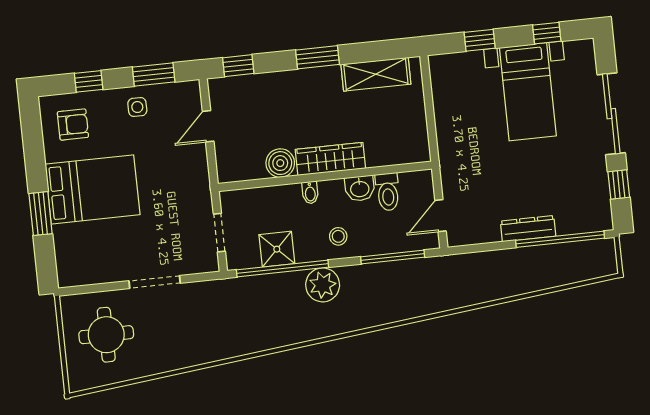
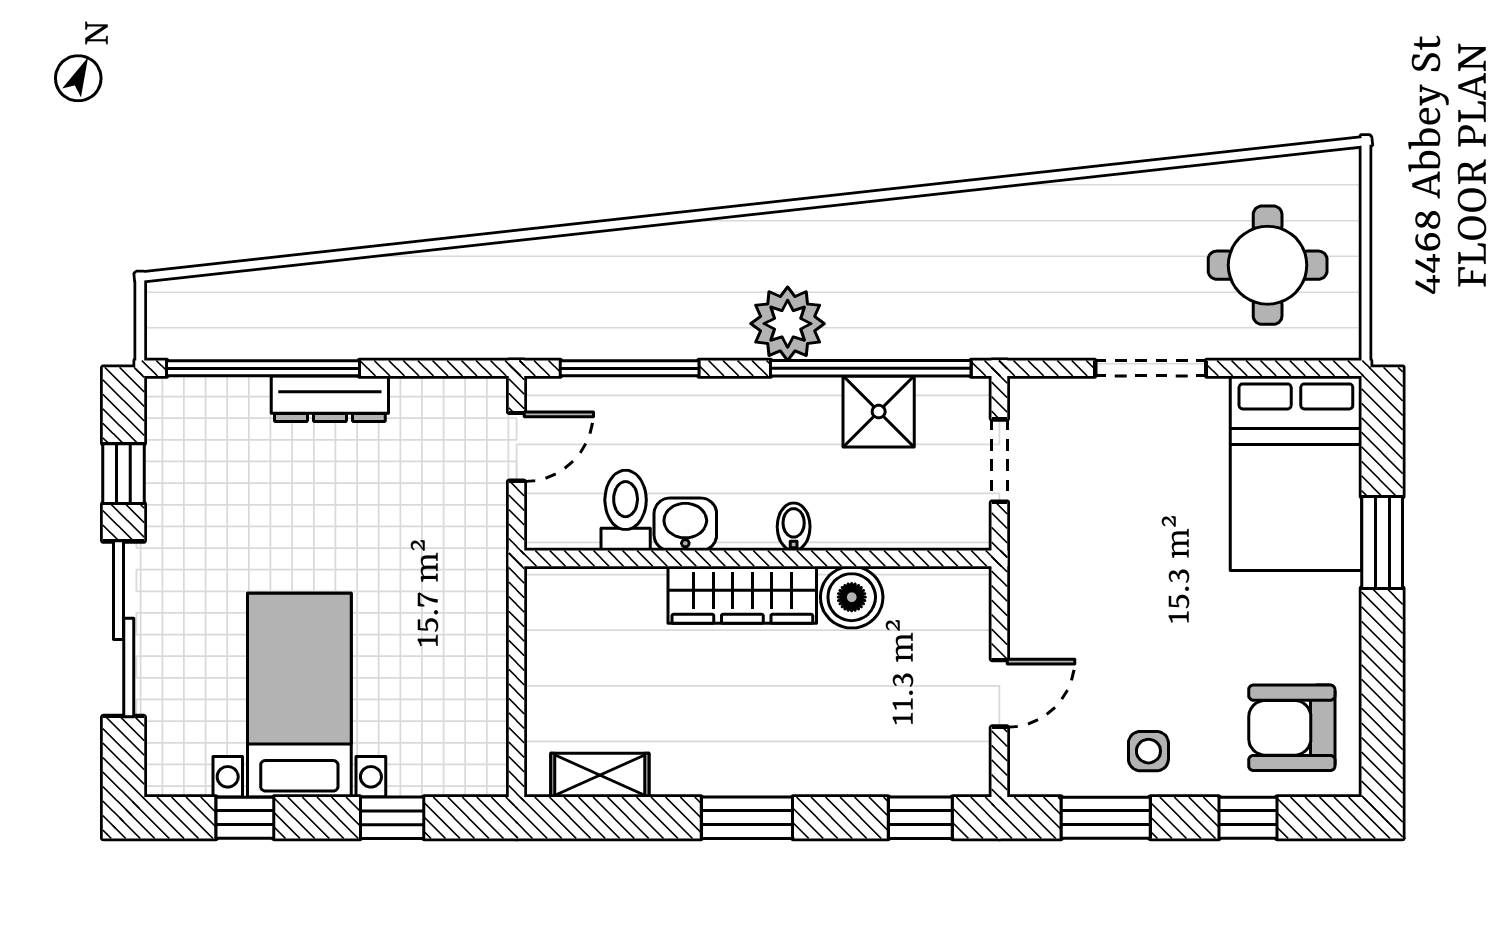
shelving: (376, 74) -> (600, 775), width x0.67, depth x0.75
armchair: (73, 125) -> (1292, 728), width x1.38, depth x1.38
bed: (92, 189) -> (1296, 473), moved, turned -90
stool: (338, 236) -> (743, 425), removed

